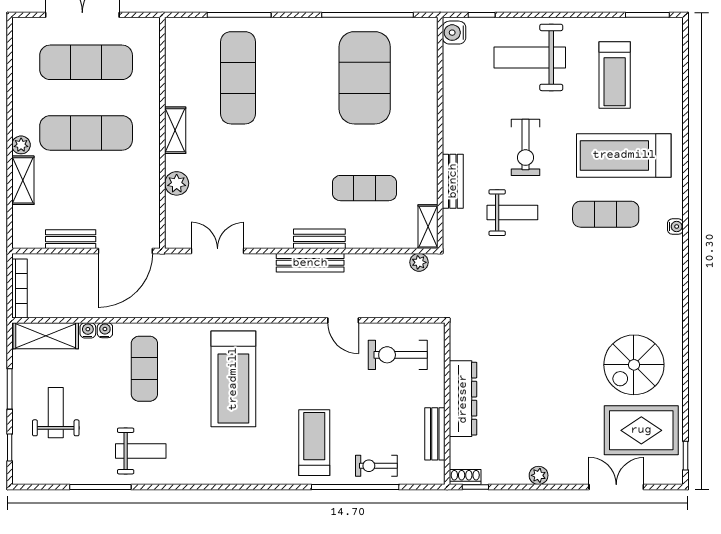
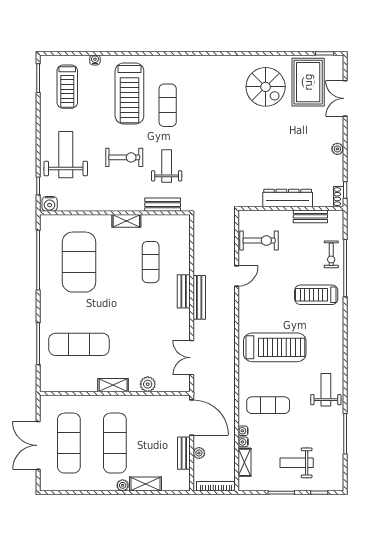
weight bench: (530, 57) -> (66, 155), turned 180
treadmill: (615, 75) -> (67, 87), moved, turned 90
exercise mat: (365, 78) -> (79, 262), turned 90
bench: (453, 181) -> (163, 205), moved
shelving: (428, 227) -> (126, 221), moved
water cooler: (675, 227) -> (95, 60), moved
plant: (419, 262) -> (199, 453), moved
shelving: (46, 336) -> (245, 462), width x0.67, depth x0.75
exercise bike: (398, 355) -> (259, 241), turned -90
weight bench: (141, 451) -> (326, 390), moved

